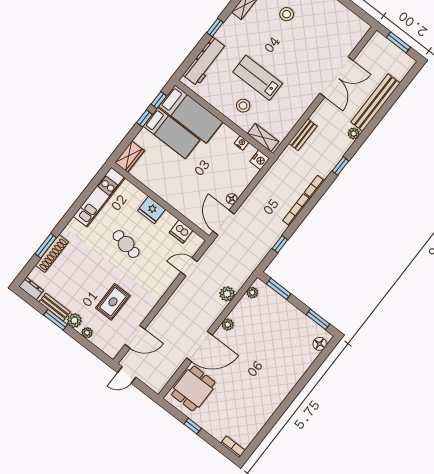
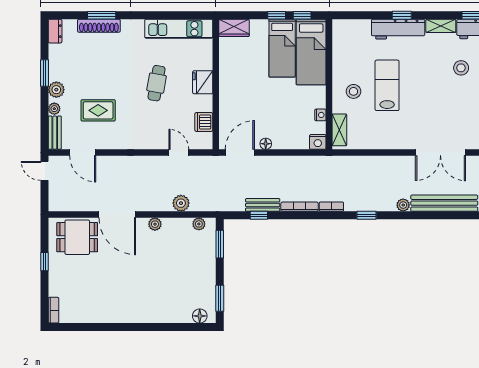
workbench: (205, 61) -> (398, 29), moved
bench: (303, 135) -> (263, 205), moved
bench: (54, 307) -> (55, 133), moved

